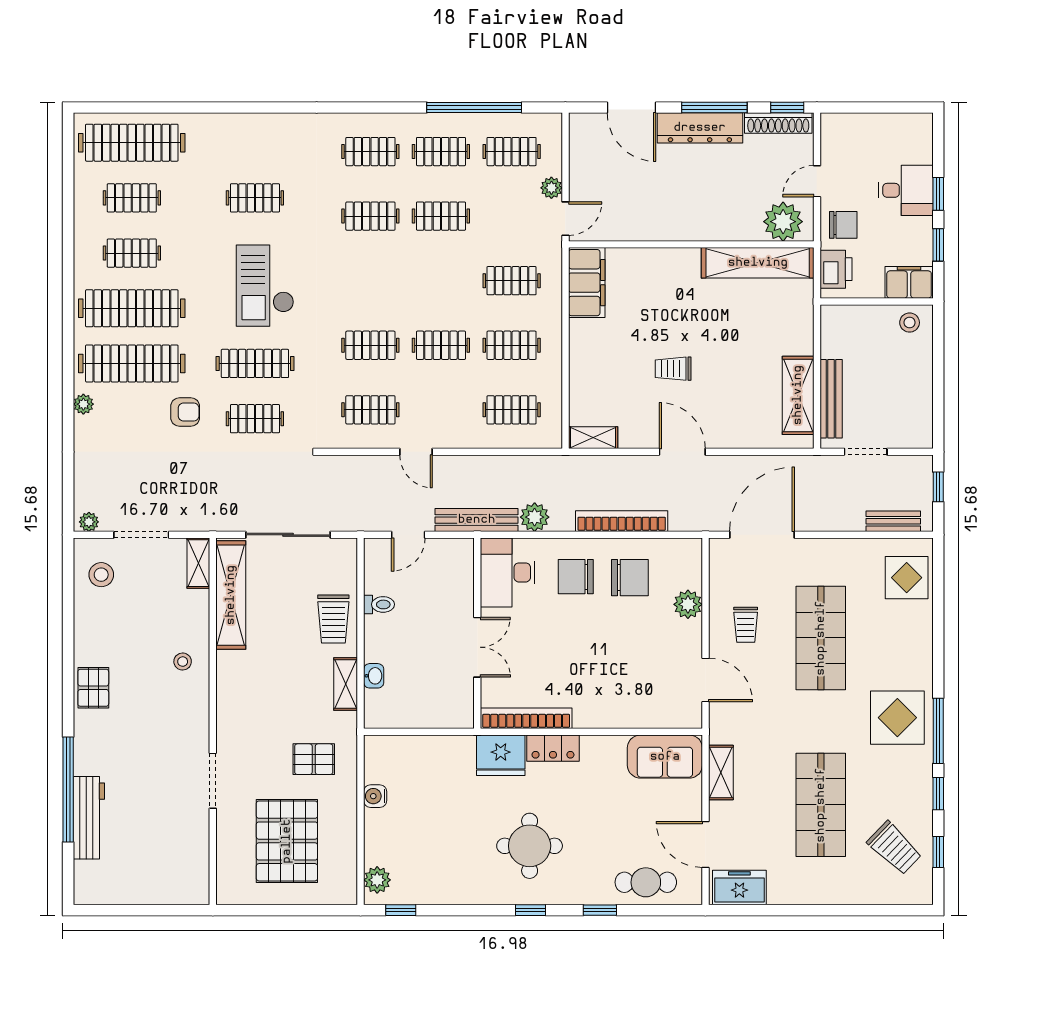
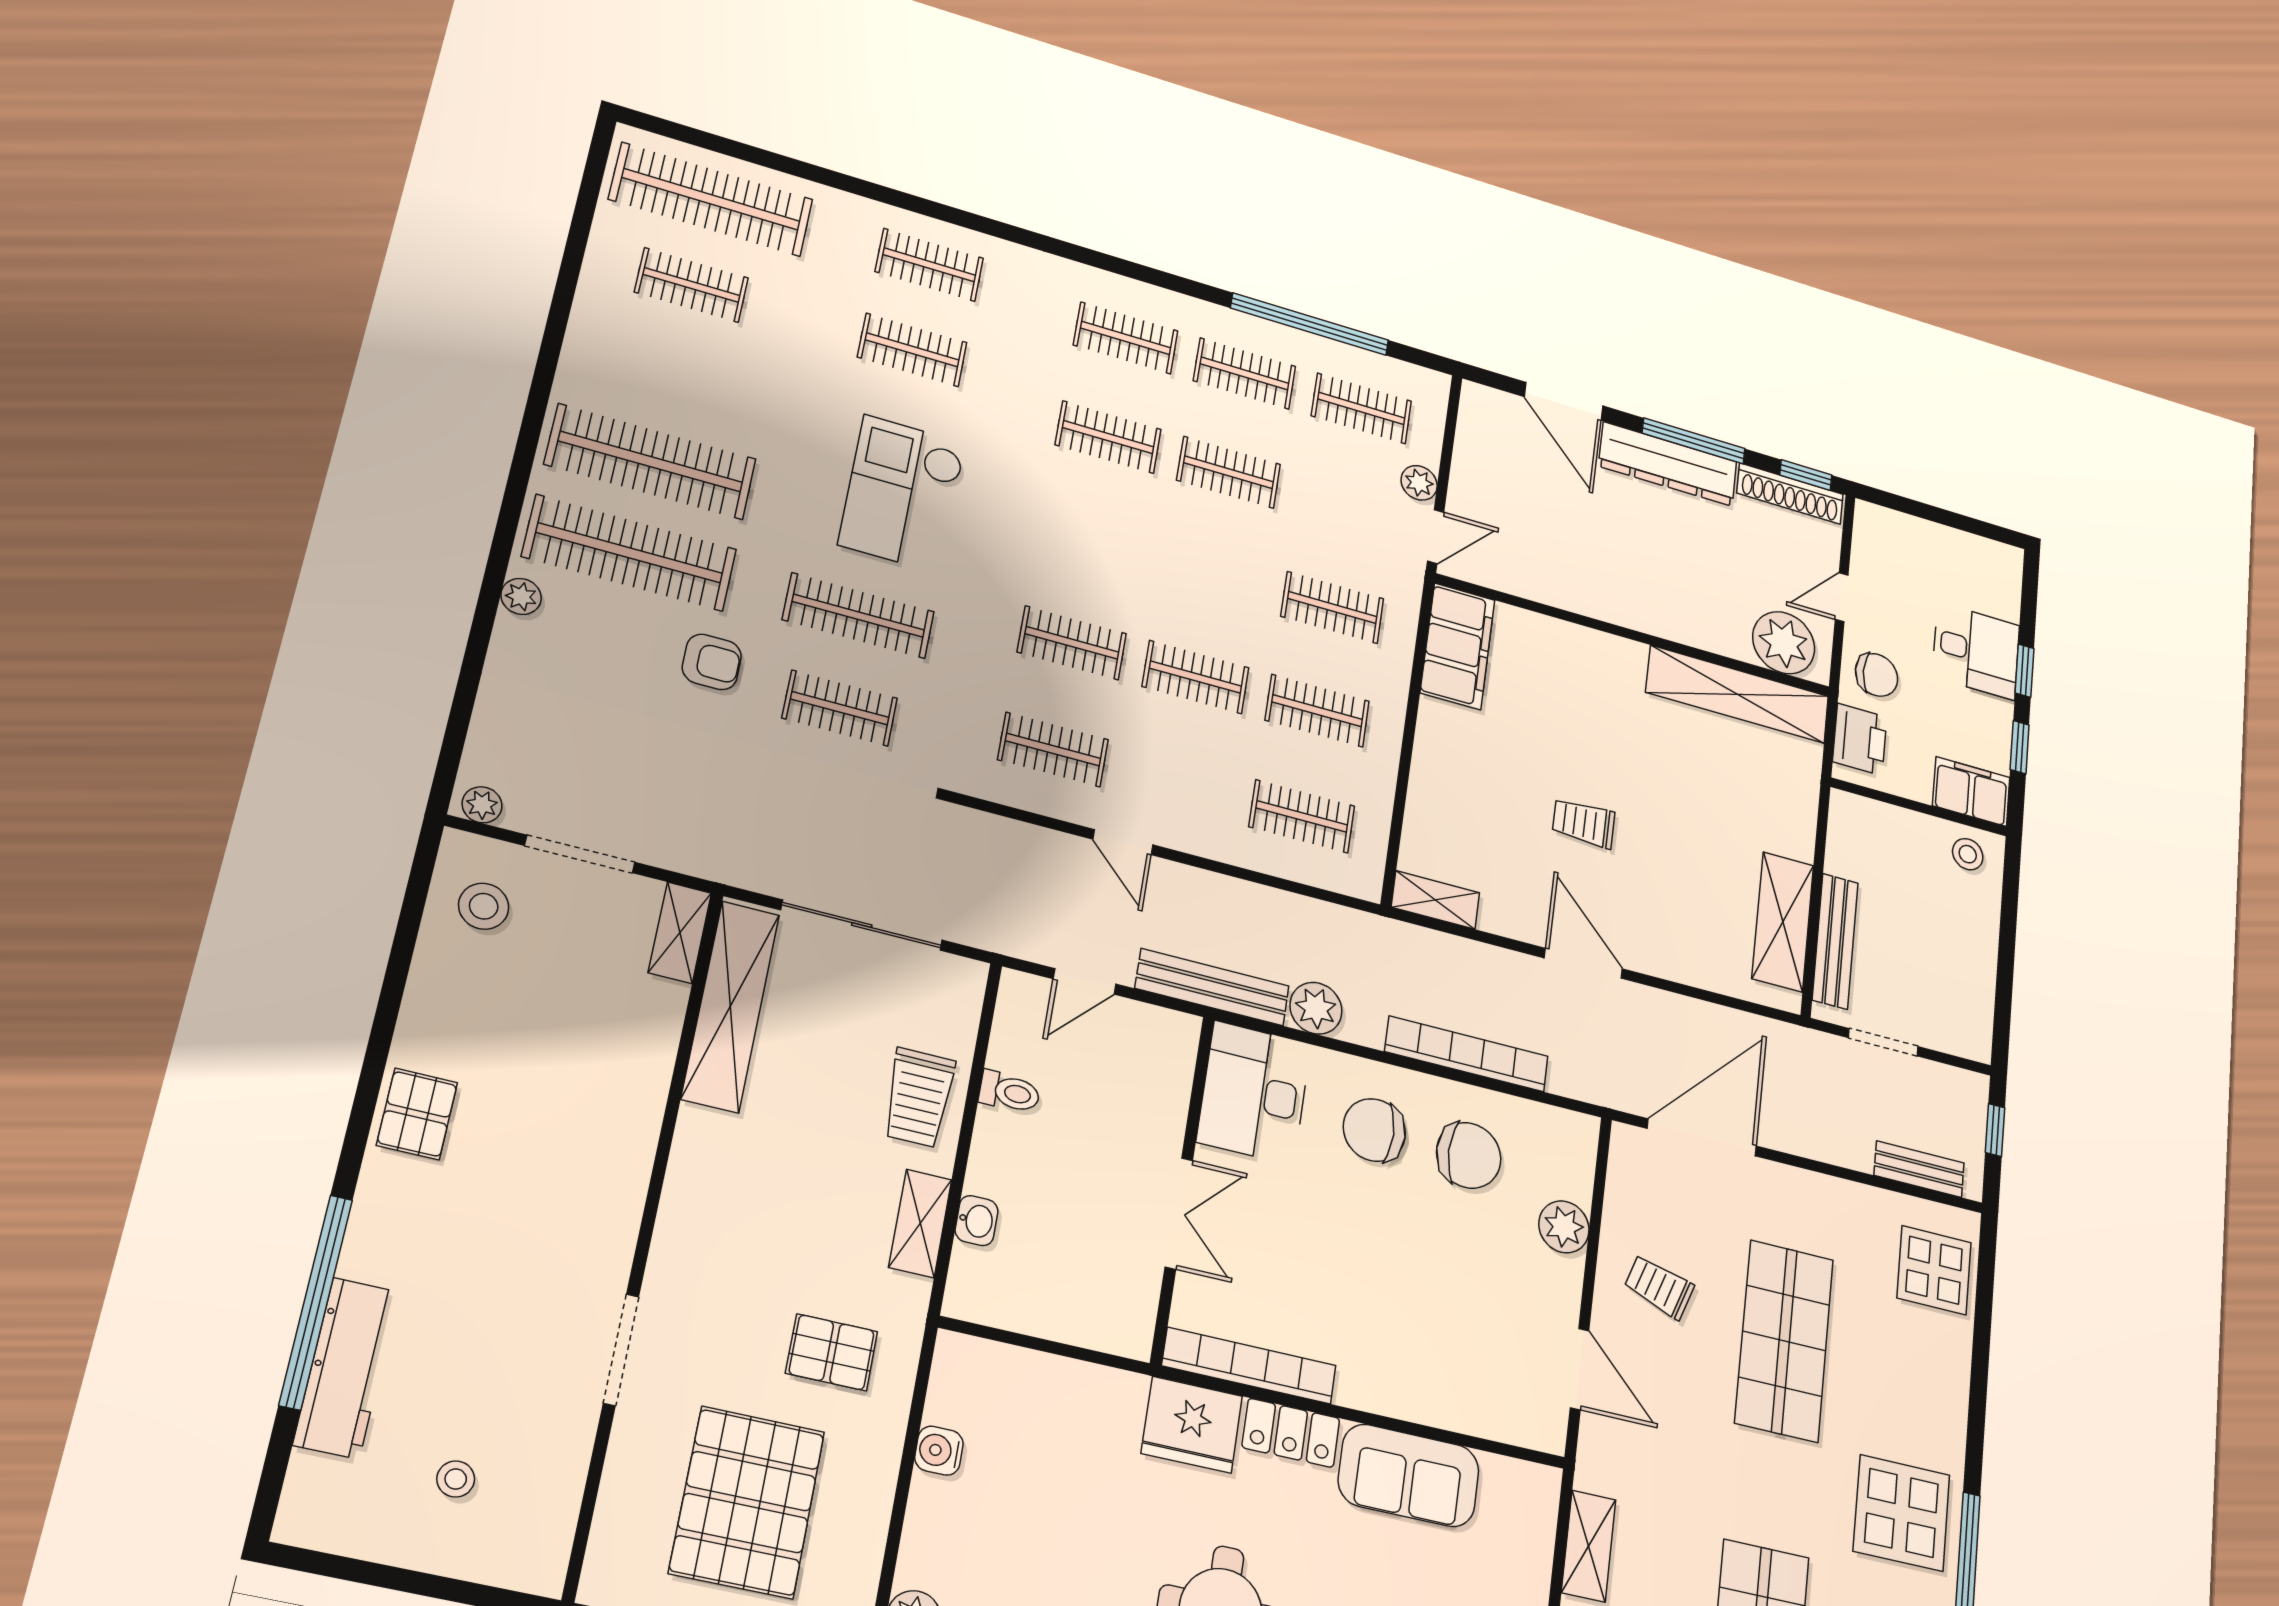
clothes rail: (132, 253) -> (929, 265), moved
trolley: (746, 625) -> (1659, 1287), turned 108
stool: (183, 662) -> (456, 1479), moved
sofa: (665, 757) -> (1409, 1475), moved

